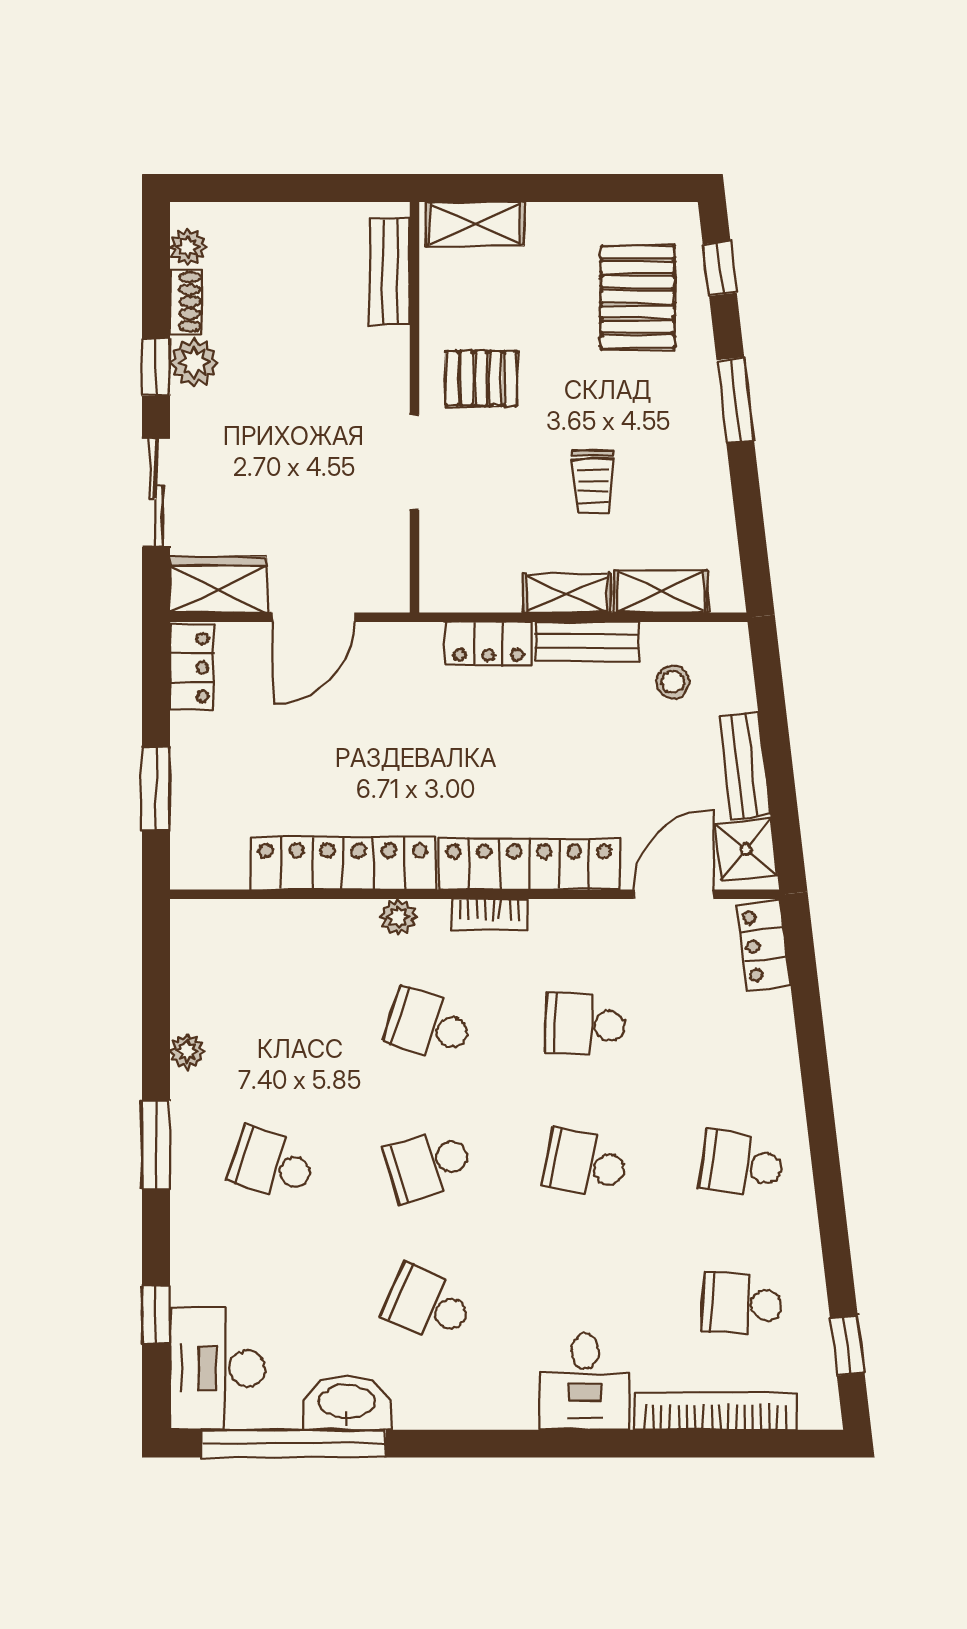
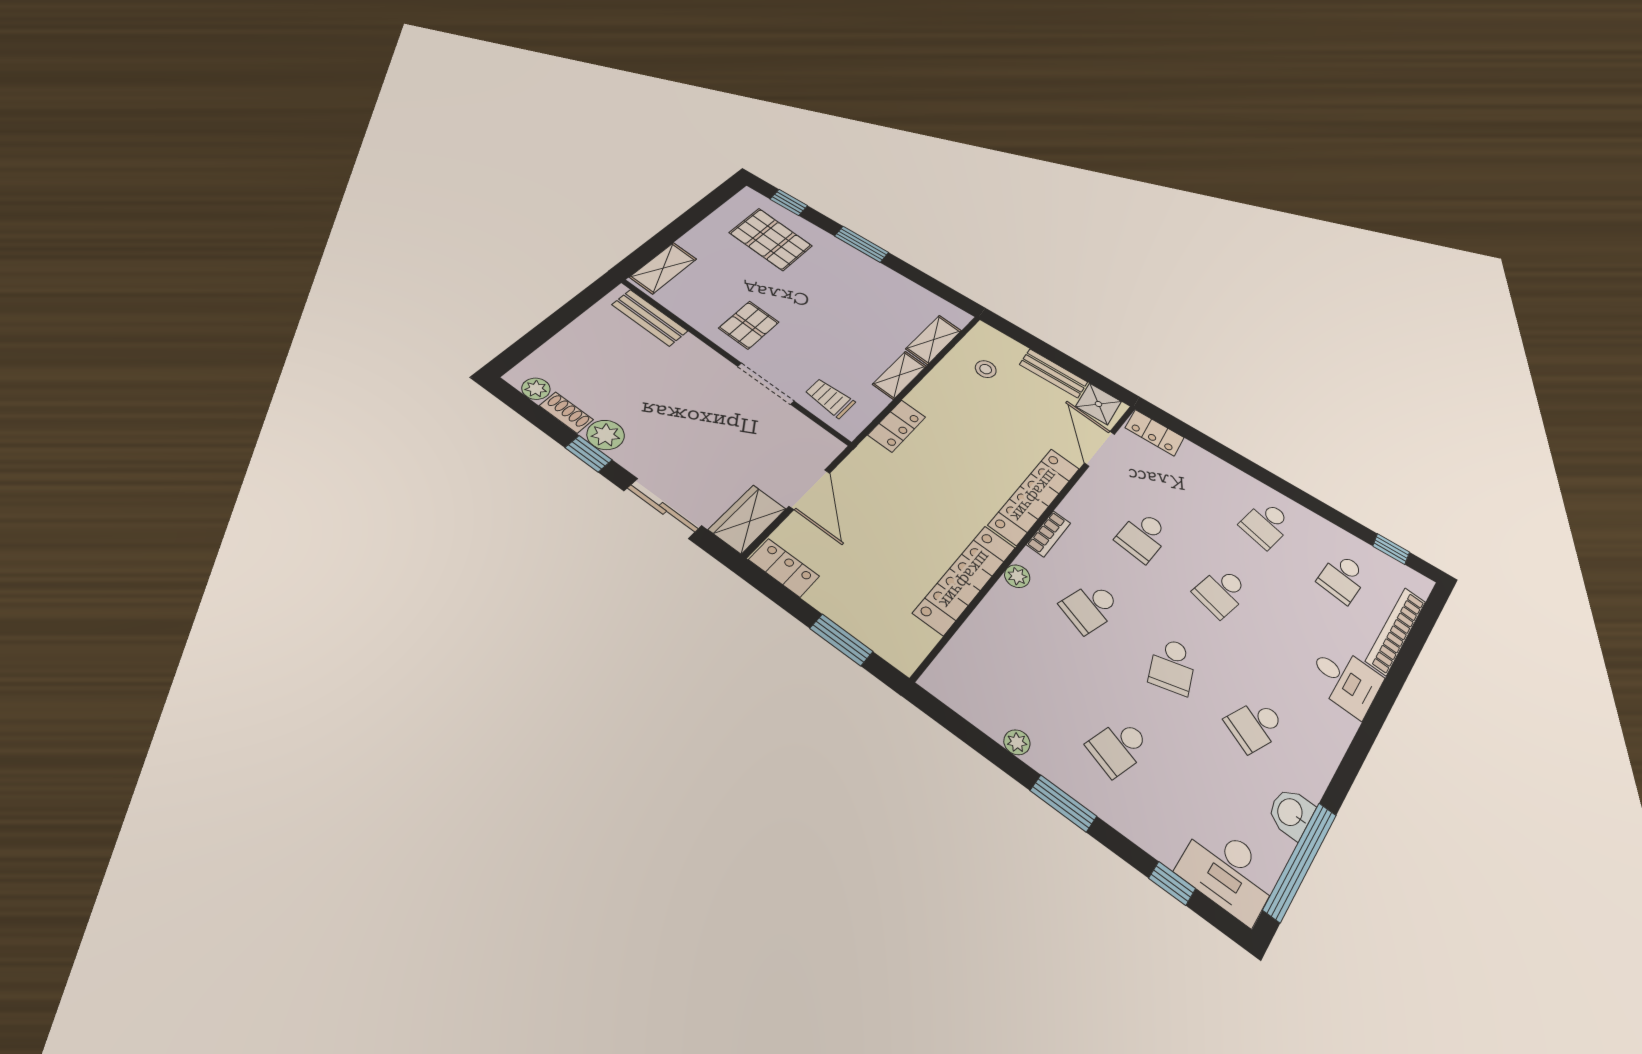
trolley: (593, 482) -> (830, 398), moved, turned 180
bench: (587, 642) -> (933, 386), removed
washbasin: (347, 1403) -> (1291, 813), width x0.72

